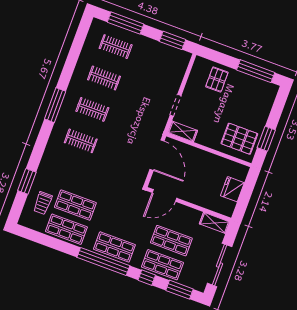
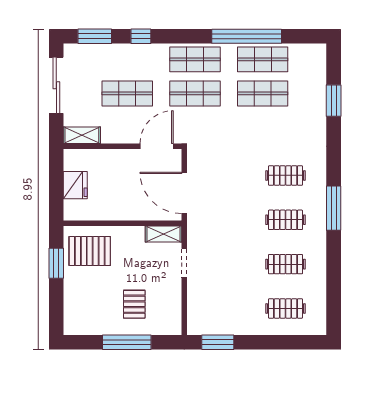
window: (125, 23) -> (284, 342), removed
window: (256, 71) -> (127, 342), moved
pallet: (217, 79) -> (134, 304), moved
trolley: (43, 203) -> (304, 81), removed
window: (103, 262) -> (247, 36), moved
shop shelf: (162, 265) -> (195, 93), moved

